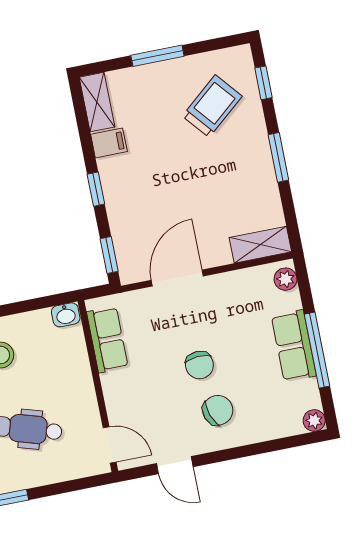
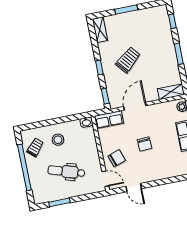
trolley: (212, 106) -> (128, 60), moved
filing cabinet: (109, 143) -> (105, 47), removed
row of seats: (107, 340) -> (109, 120), moved, turned 90
chair: (218, 410) -> (117, 158), moved

